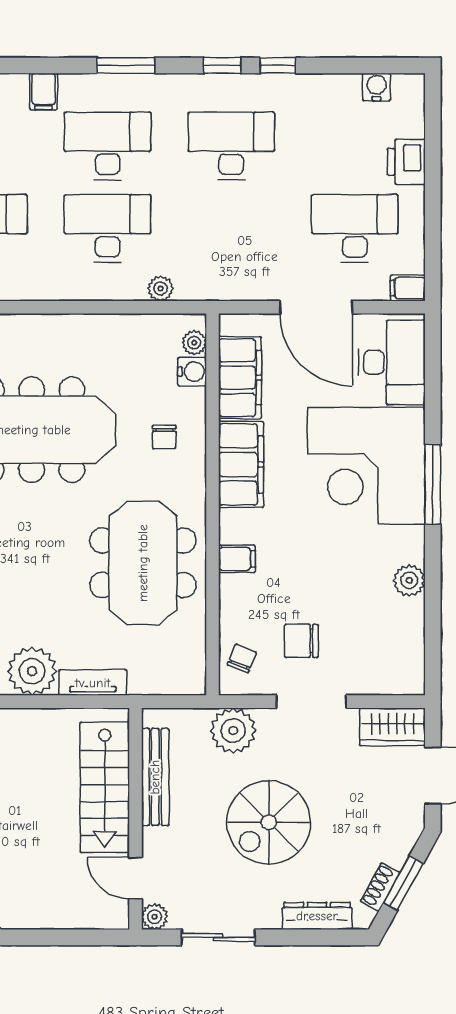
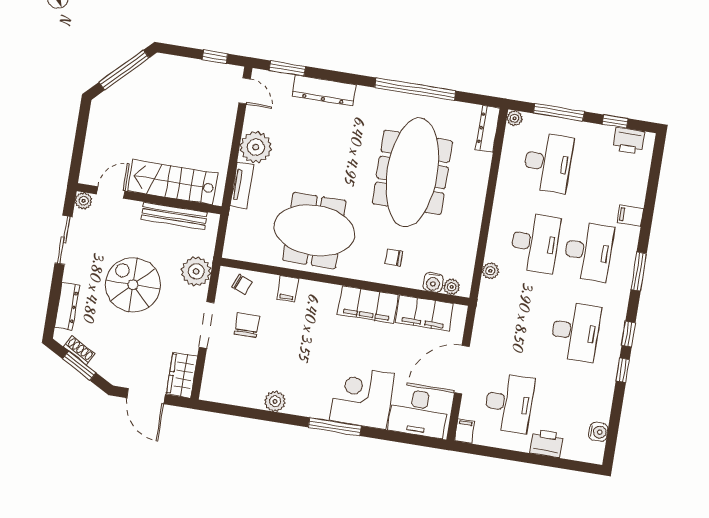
corner desk: (366, 466) -> (362, 397), width x0.74, depth x0.74
filing cabinet: (237, 559) -> (288, 289), moved

